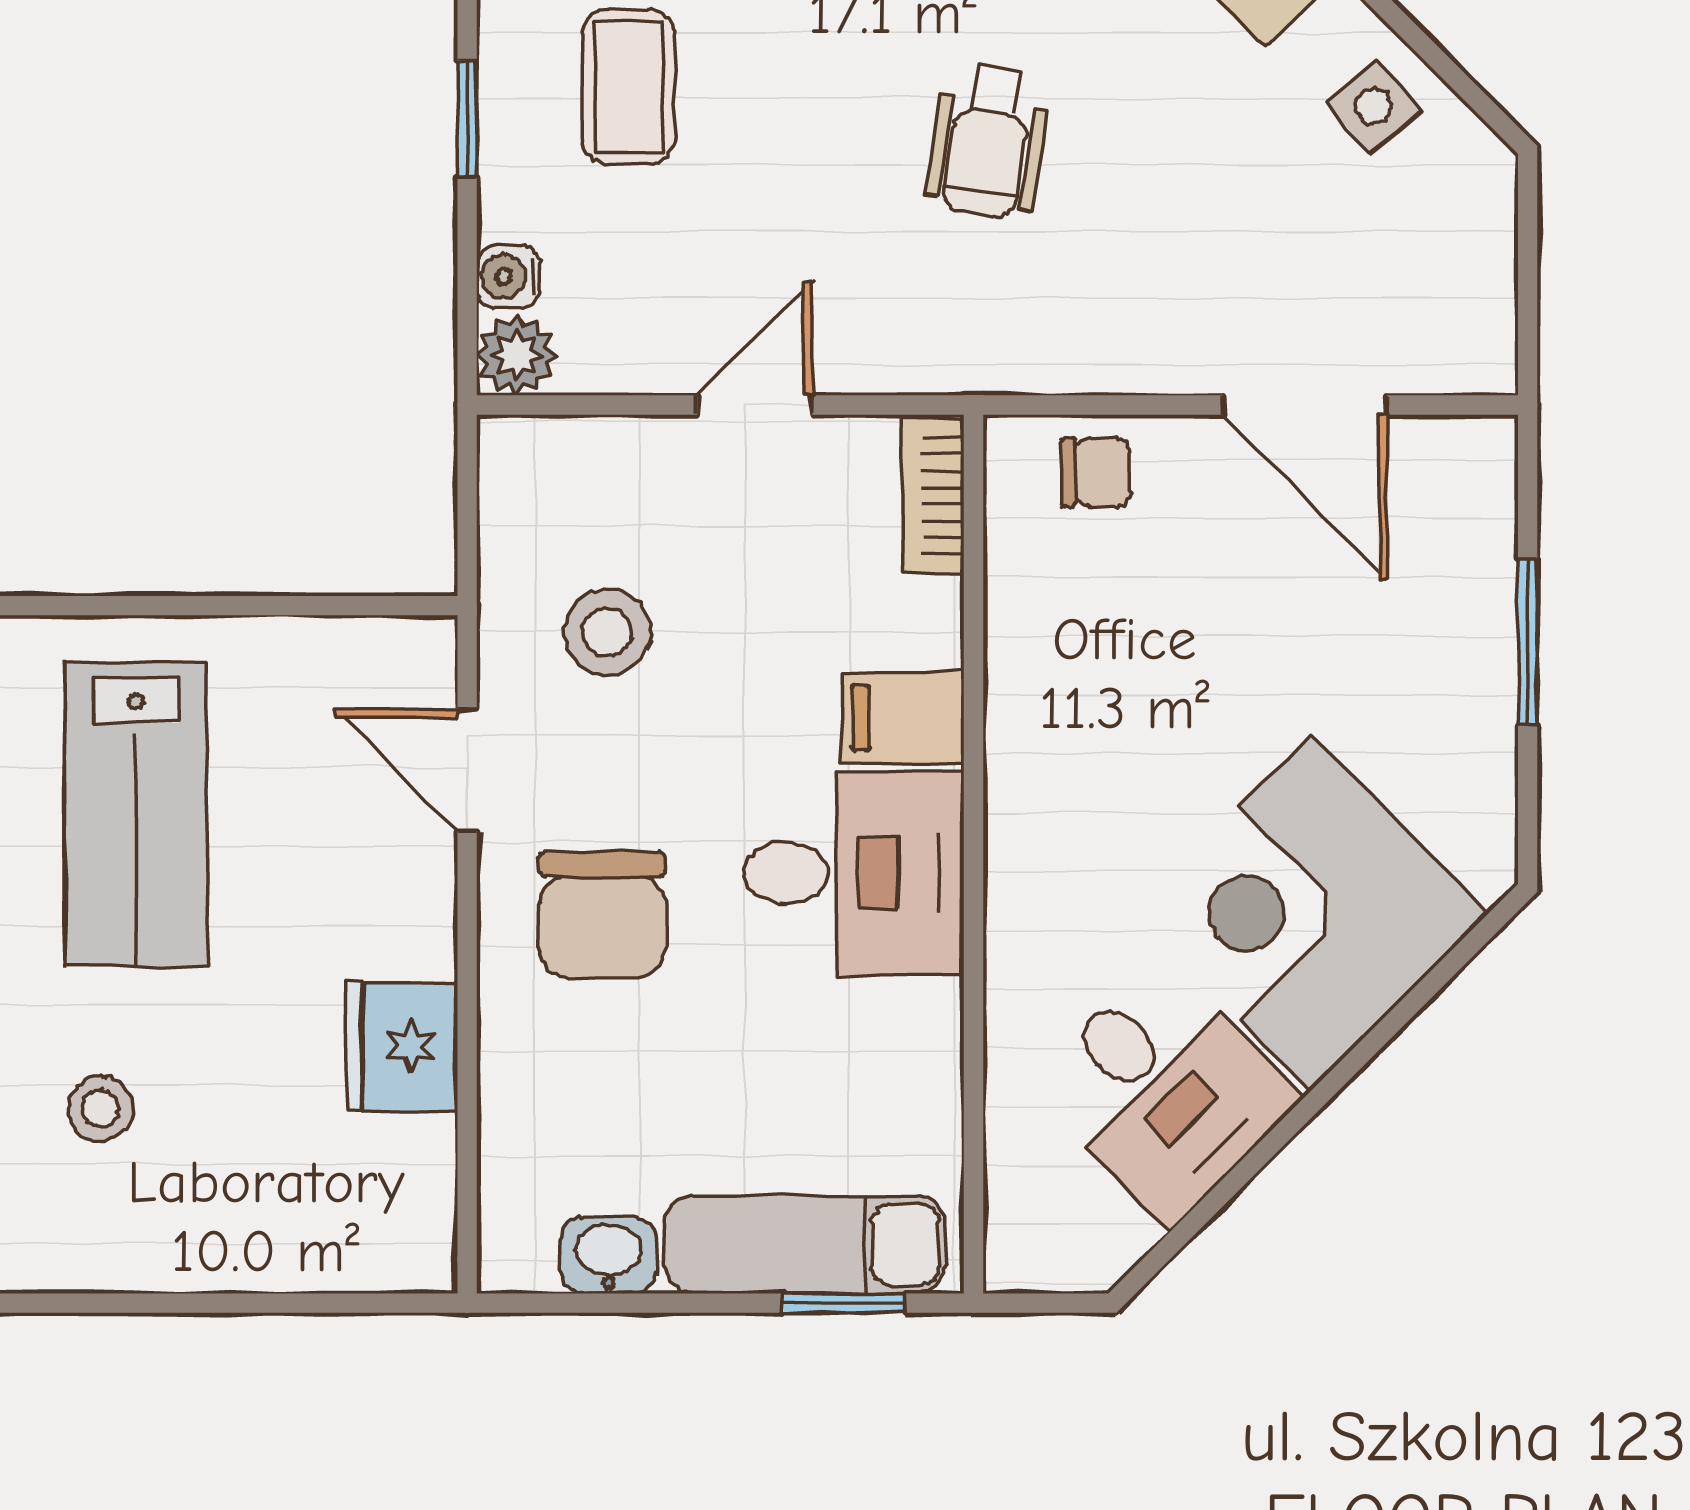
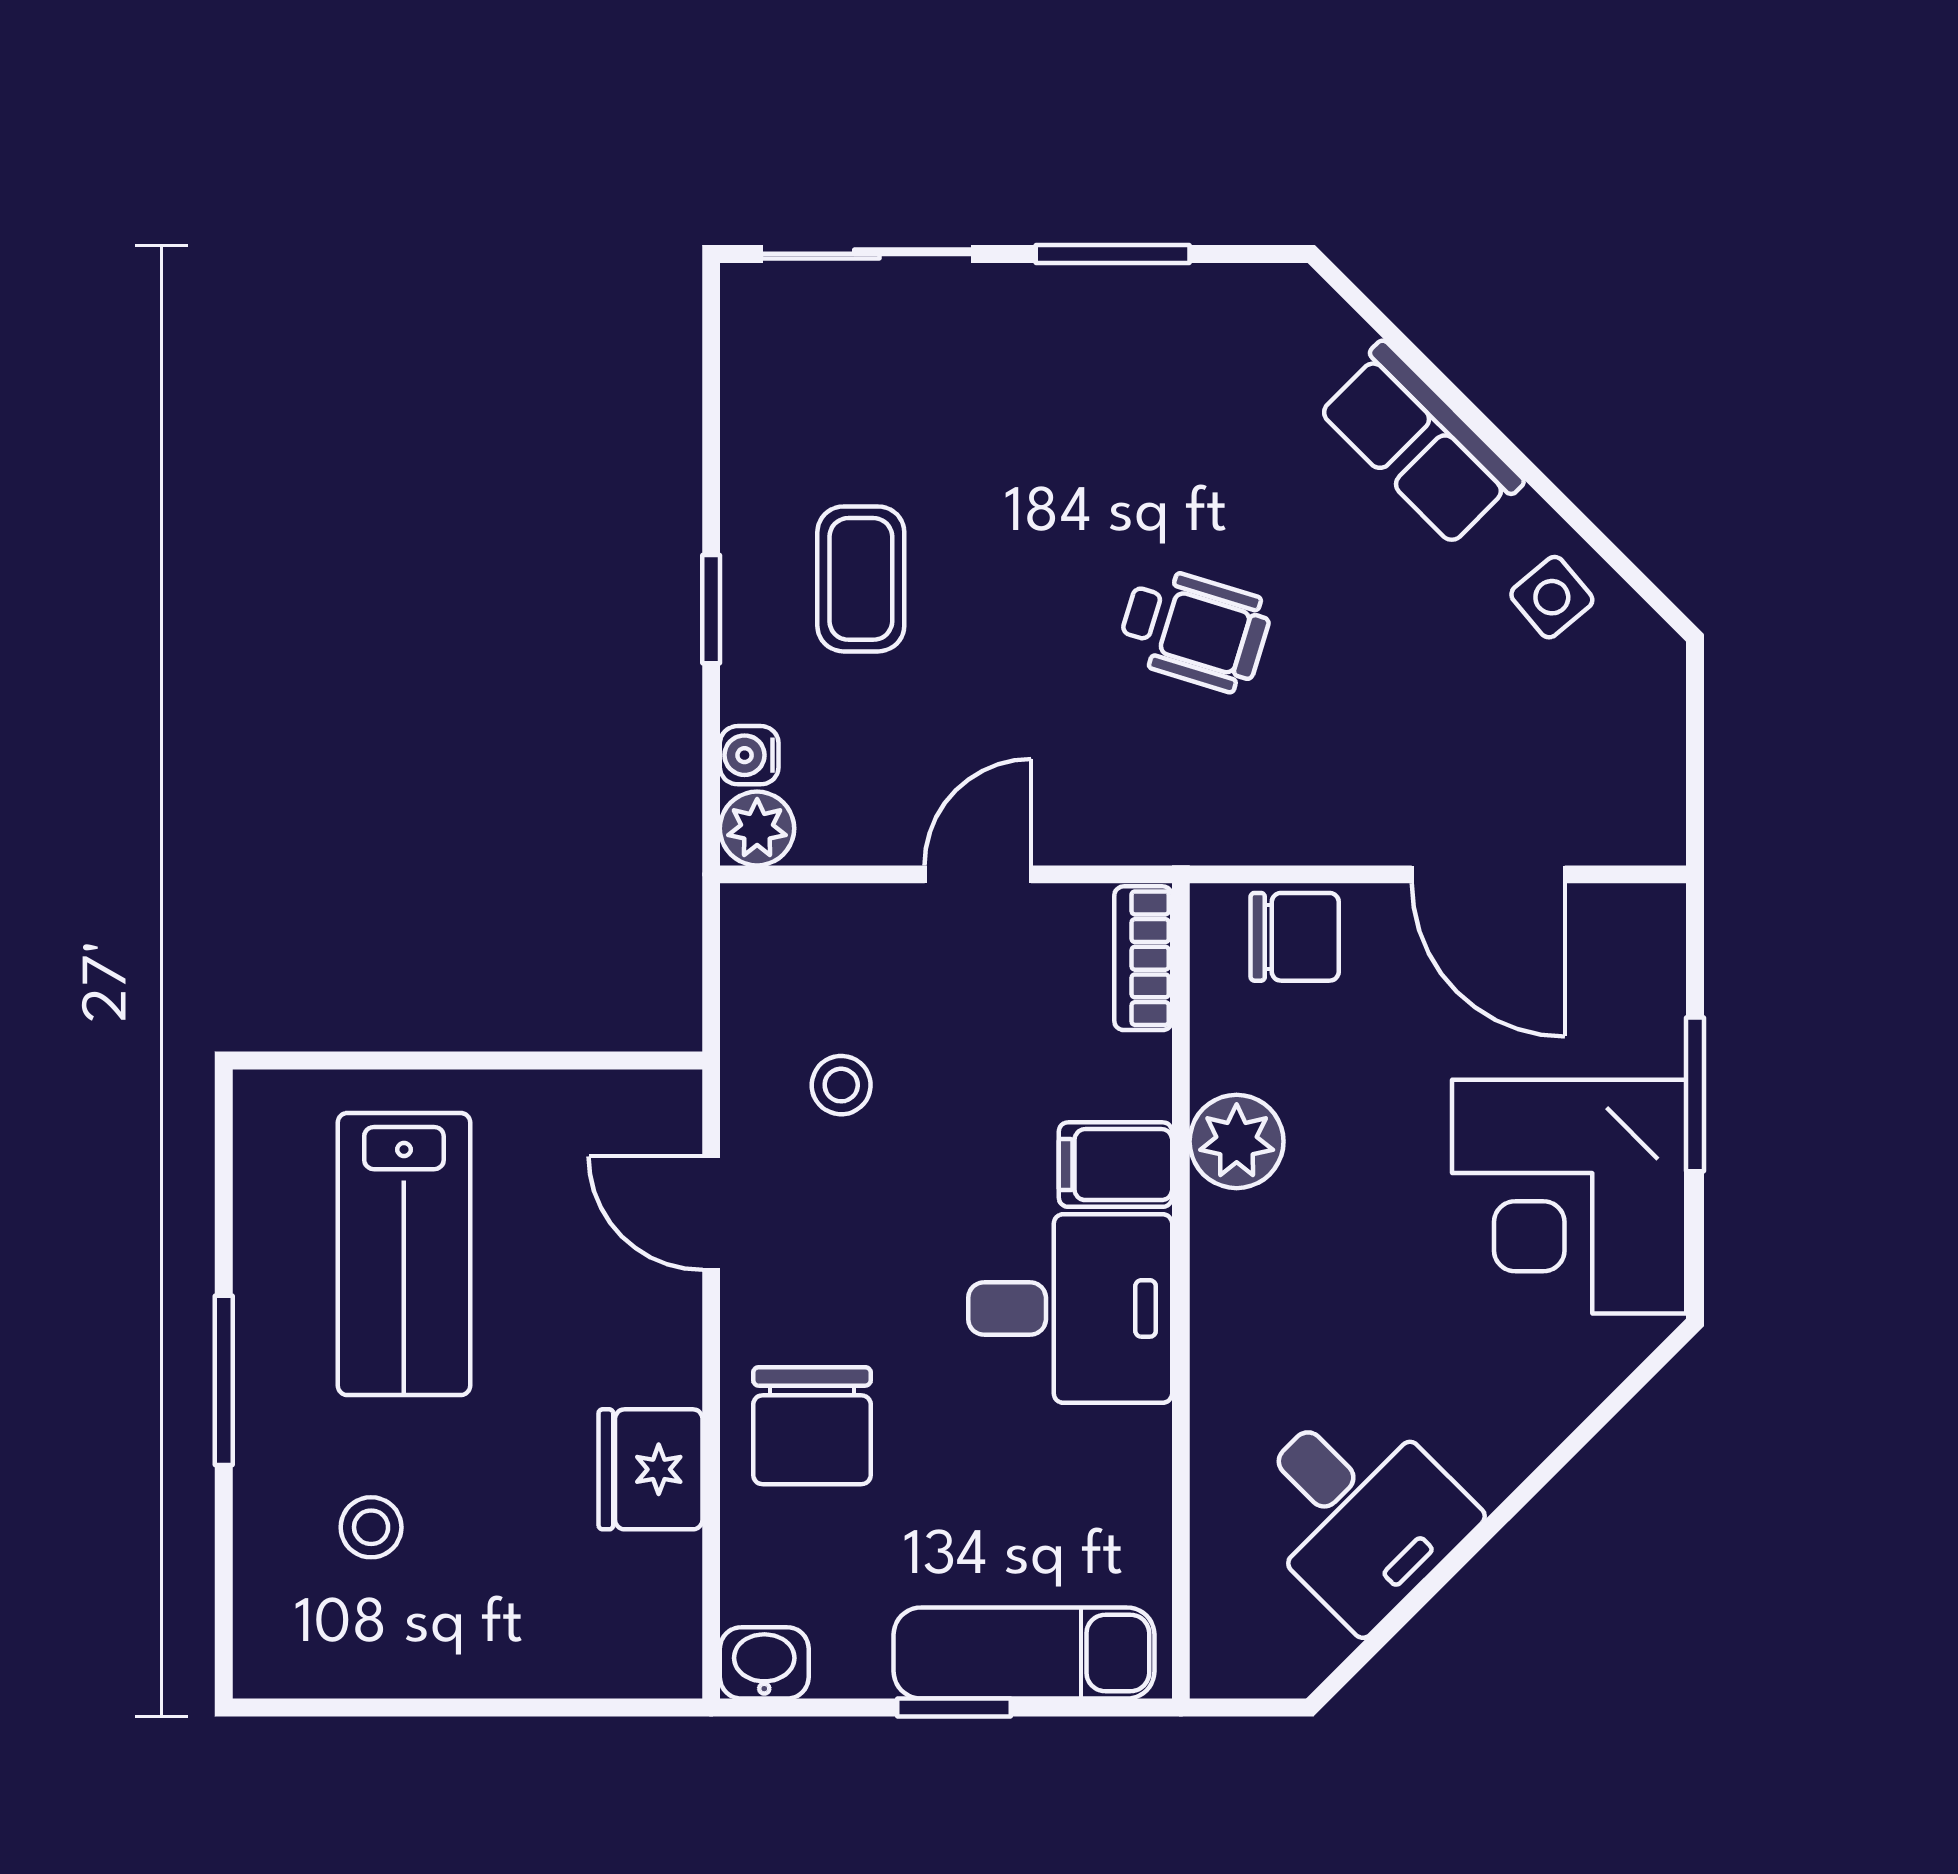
wheelchair: (988, 141) -> (1194, 630), turned -82
chair: (1096, 472) -> (1295, 937), width x1.37, depth x1.37
stool: (607, 632) -> (841, 1085), width x0.73, depth x0.73
plant: (1033, 693) -> (1237, 1141), added
corner desk: (1310, 913) -> (1569, 1197), moved, turned -45
chair: (602, 915) -> (812, 1426), moved
washbasin: (609, 1255) -> (764, 1663), moved
window: (843, 1303) -> (954, 1707), moved

